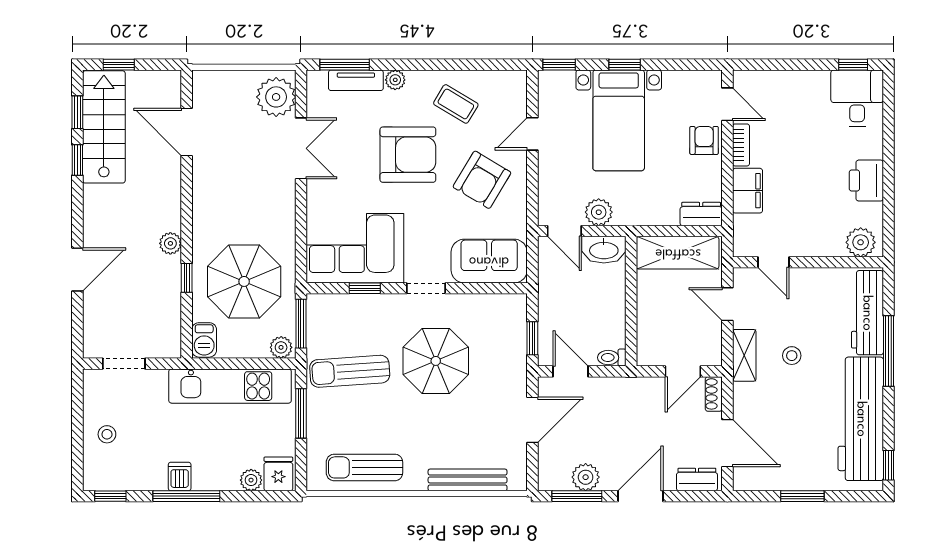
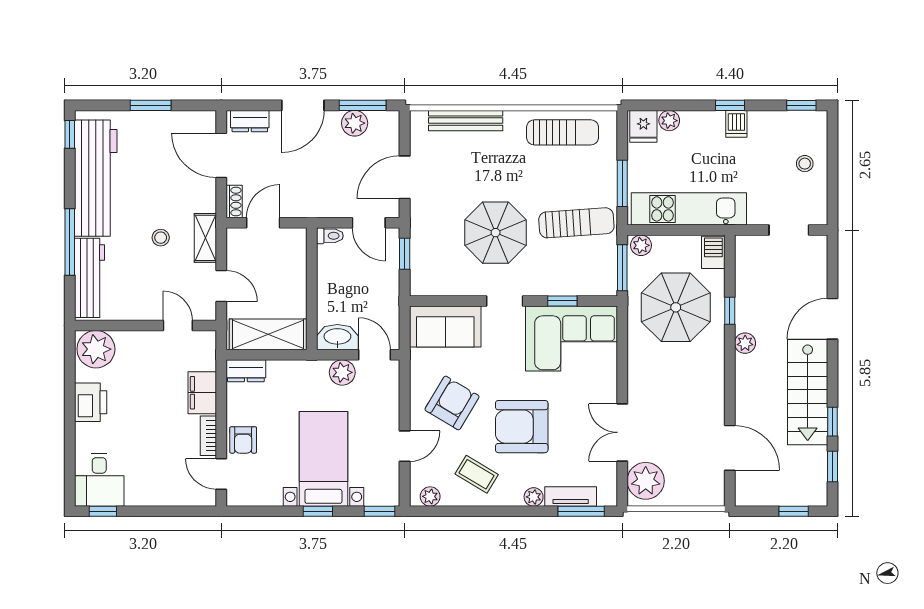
plant: (505, 80) -> (430, 496), added
stairs: (104, 127) -> (808, 392), moved
plant: (861, 242) -> (96, 349), width x1.36, depth x1.36
window: (186, 496) -> (730, 105), width x0.46

